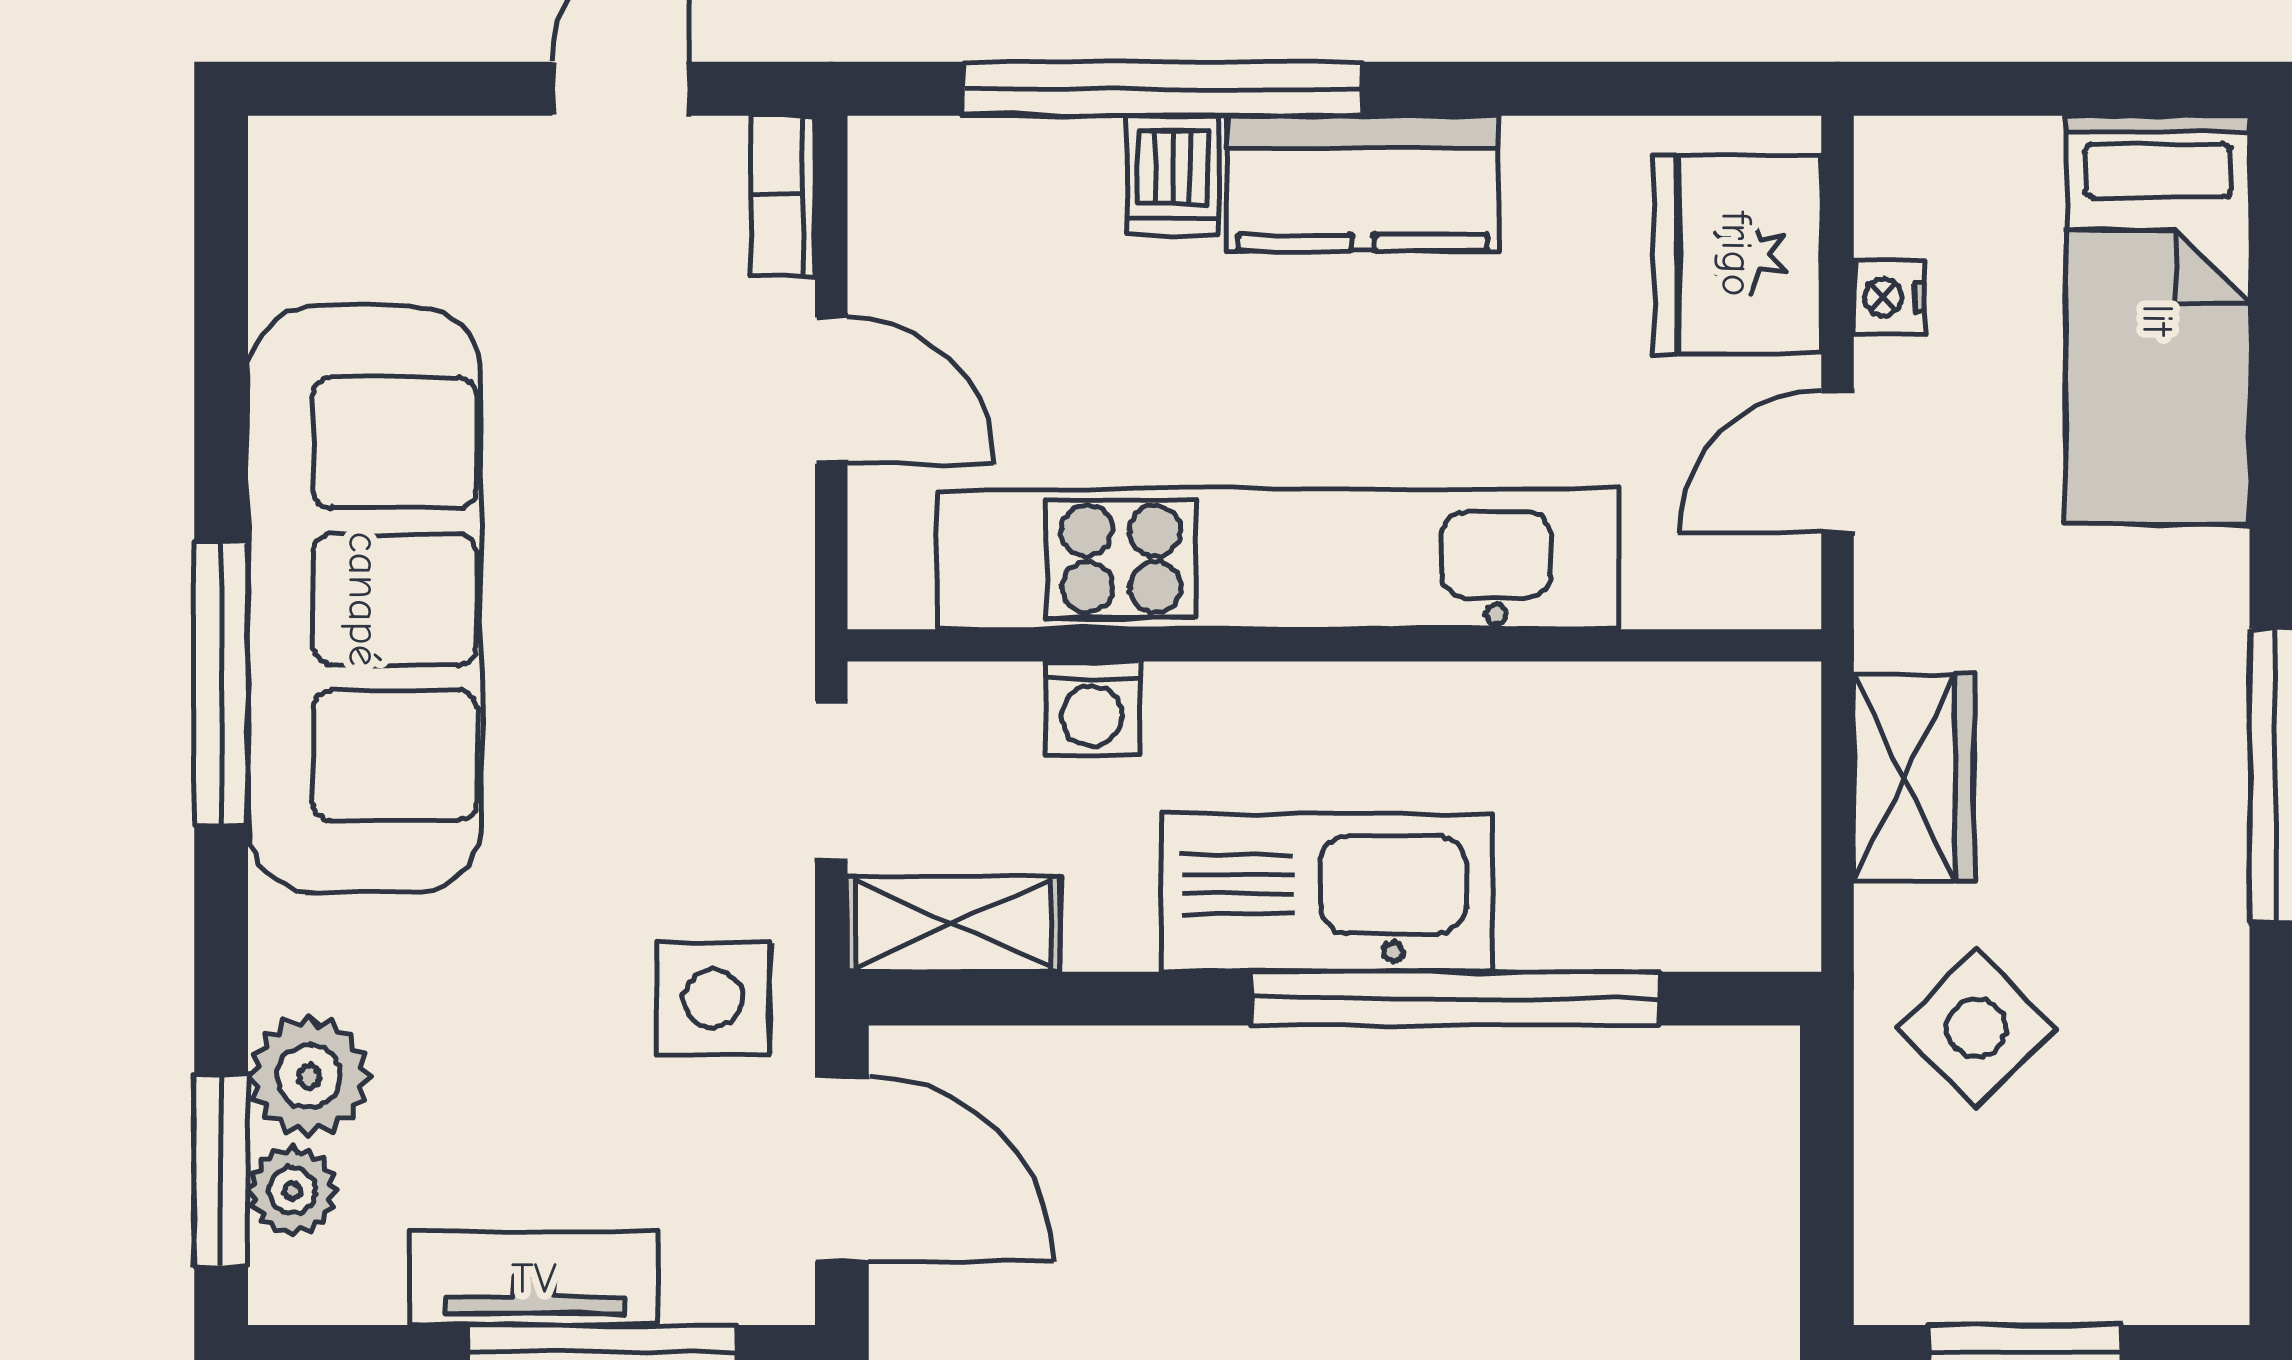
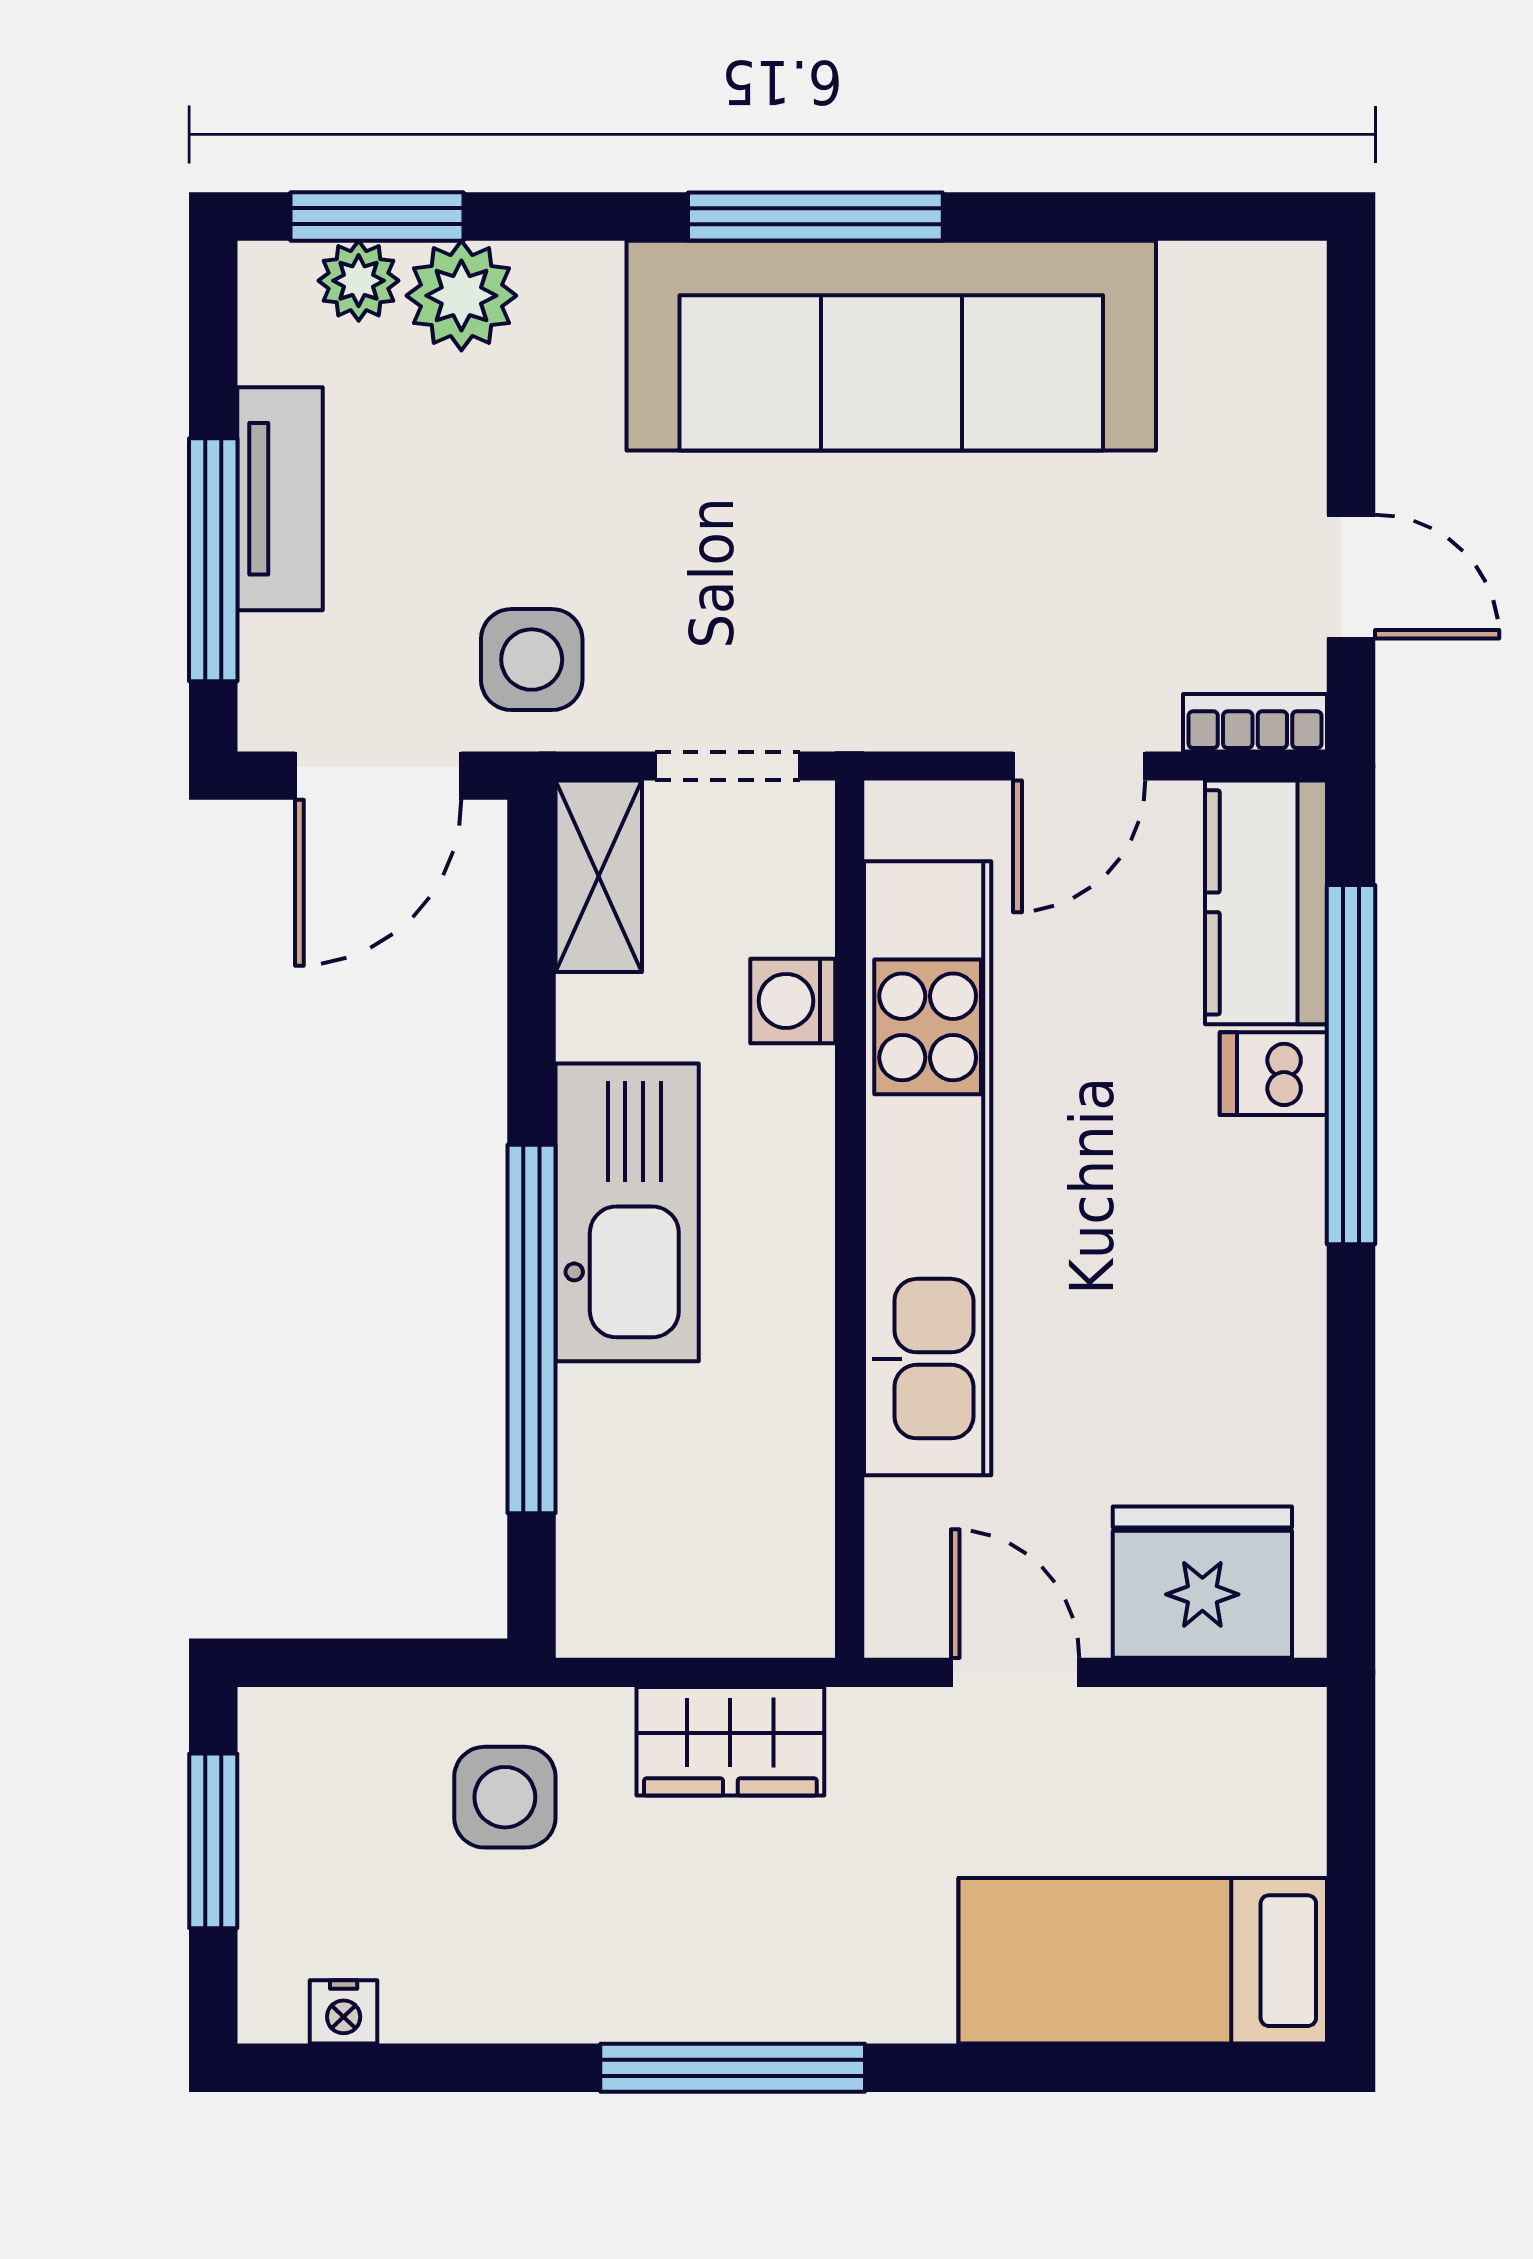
kitchen counter: (1363, 183) -> (1266, 902), moved
nightstand: (1889, 297) -> (344, 2012), moved, turned 180
side table: (1976, 1028) -> (505, 1797), turned 45

